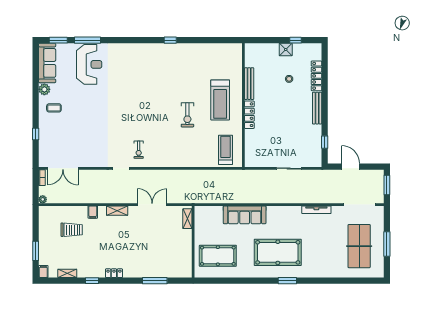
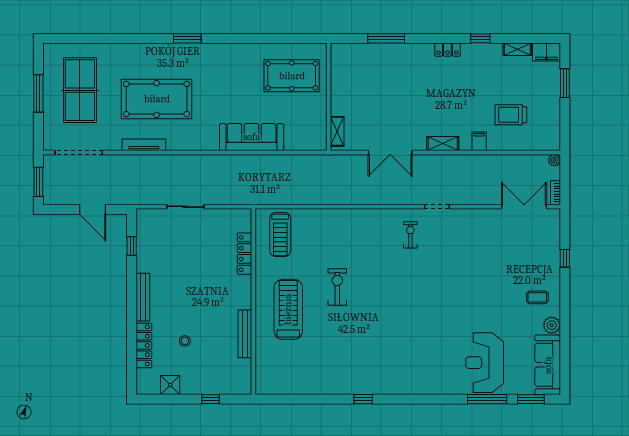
window: (296, 40) -> (211, 399), moved
shower: (286, 49) -> (170, 385), moved
locker: (249, 115) -> (244, 254), moved
pool table: (278, 252) -> (157, 99), moved
filing cabinet: (43, 272) -> (546, 52), width x2.00

